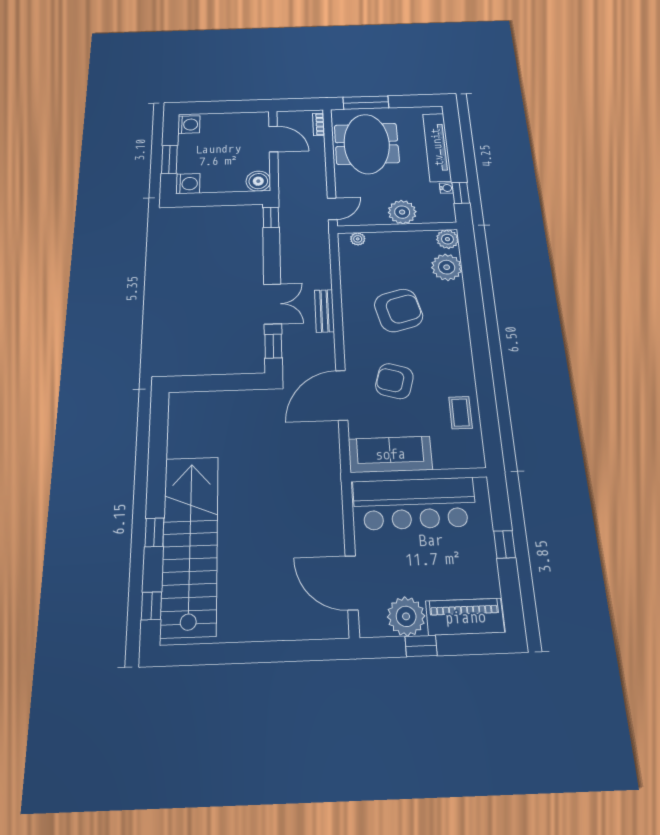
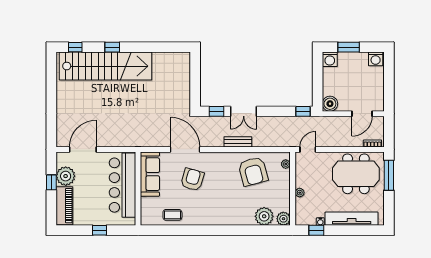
door: (332, 209) -> (308, 149), swing flipped
plant: (402, 212) -> (300, 193), width x0.53, depth x0.53
armchair: (399, 310) -> (253, 171), moved

